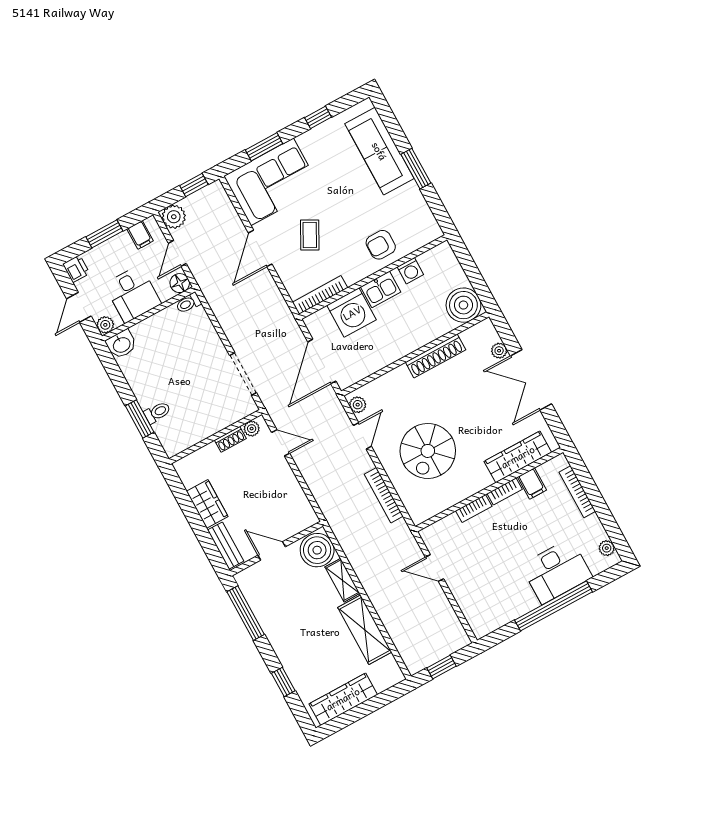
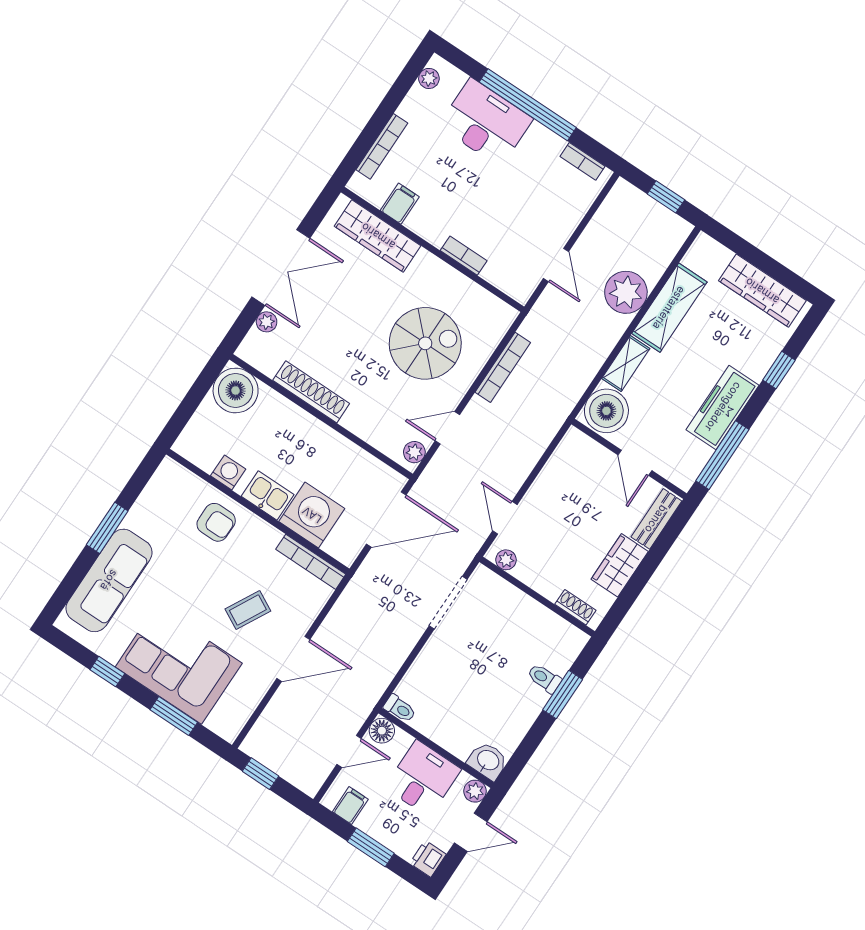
corner sofa: (272, 182) -> (179, 665), moved
plant: (174, 217) -> (626, 292), moved, width x1.36, depth x1.36
shoe rack: (230, 439) -> (575, 607), moved
bookcase: (505, 491) -> (582, 161), moved, turned 180
freezer: (278, 630) -> (723, 407), added

